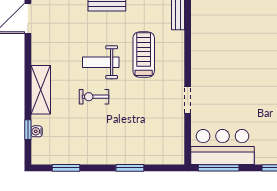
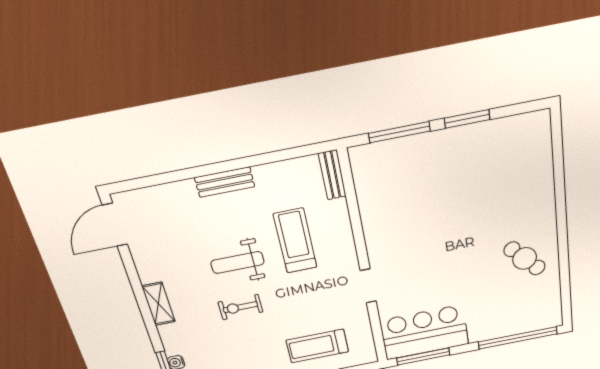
shelving: (41, 90) -> (158, 304), width x0.67, depth x0.75
treadmill: (142, 141) -> (317, 346), added

